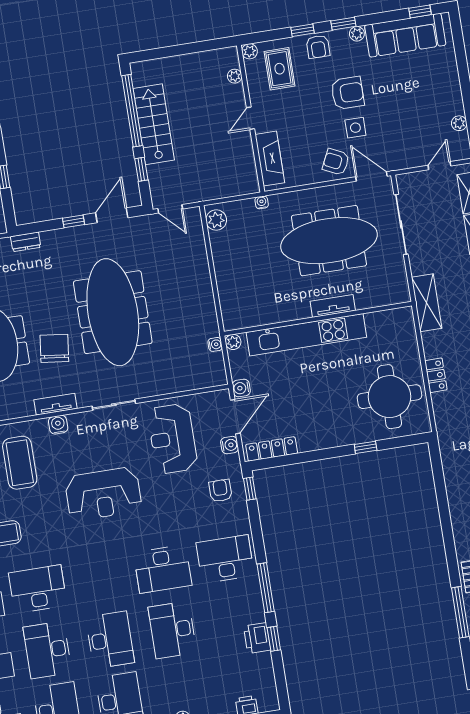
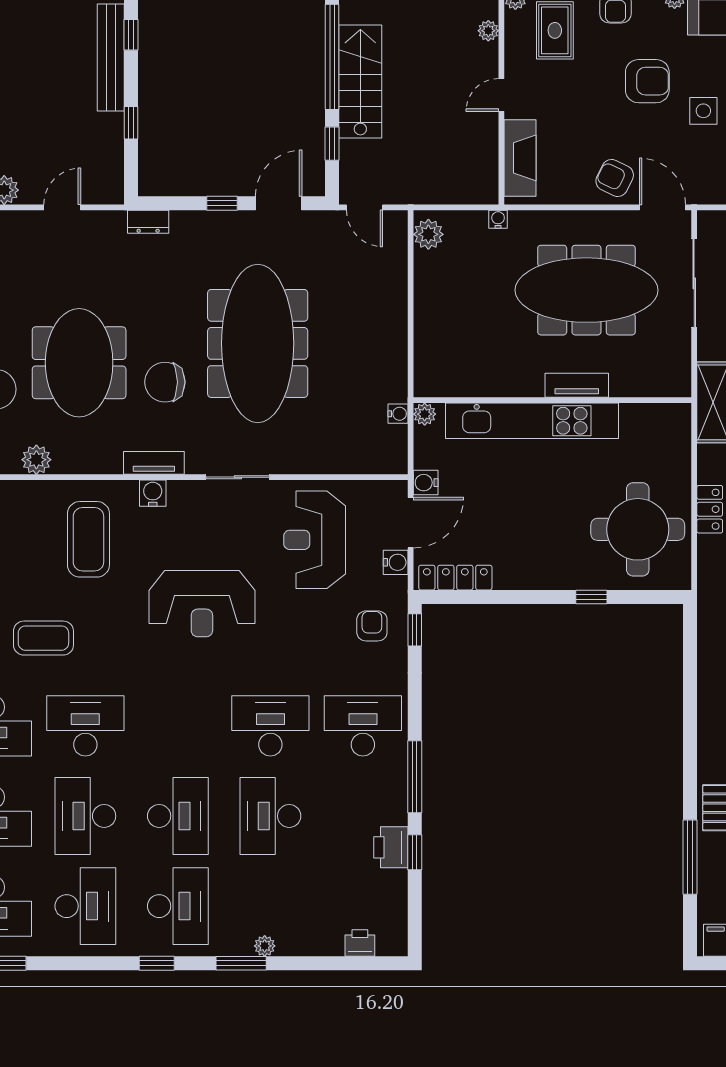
side table: (355, 128) -> (703, 111), moved
chair: (54, 348) -> (165, 382), turned -97
desk: (163, 569) -> (270, 726), turned 180

